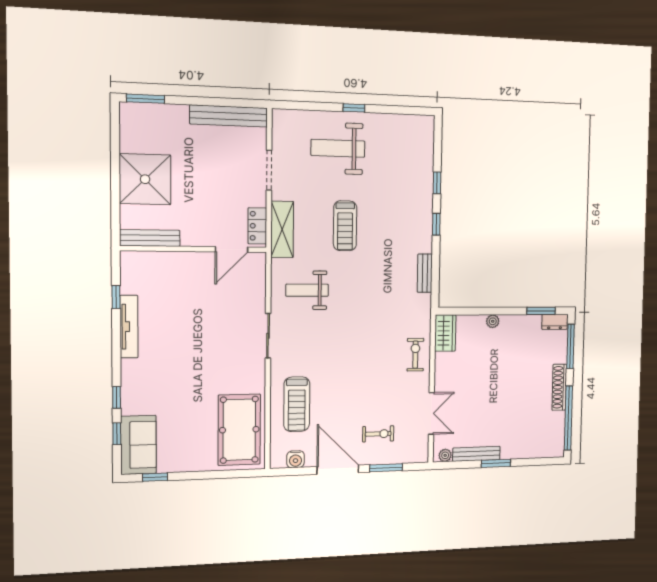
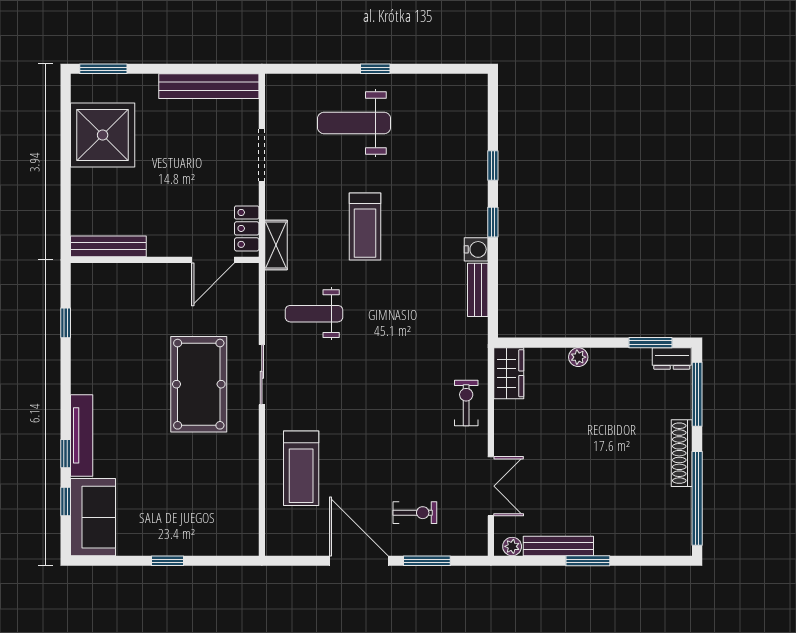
shower: (145, 179) -> (103, 135), moved
shelving: (282, 229) -> (276, 245), width x0.67, depth x0.75
tv unit: (129, 327) -> (82, 435), moved
pool table: (239, 430) -> (199, 384), moved
water cooler: (296, 459) -> (476, 249), moved, turned -90
window: (155, 477) -> (168, 561), moved

